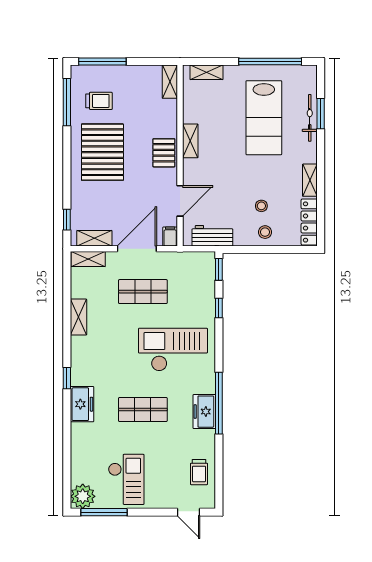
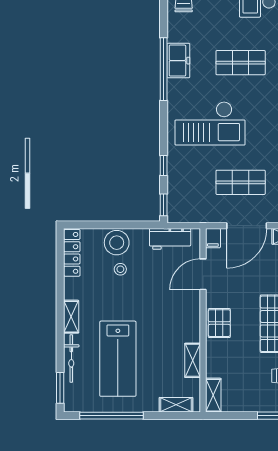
window: (321, 114) -> (60, 388), moved
lab bench: (264, 118) -> (118, 359), turned 180
shelving: (190, 141) -> (193, 360), moved
shelving: (310, 180) -> (71, 317), moved
stool: (265, 232) -> (117, 243), width x1.89, depth x1.89

